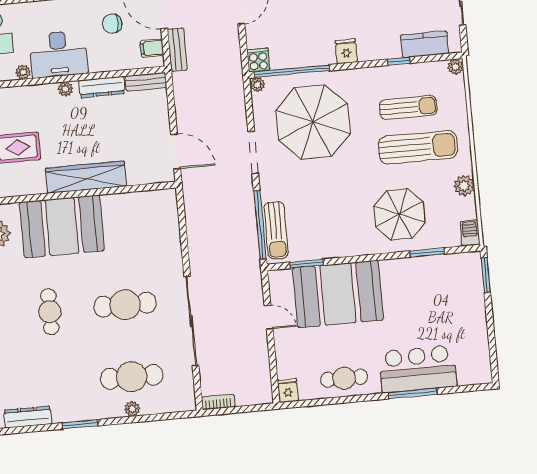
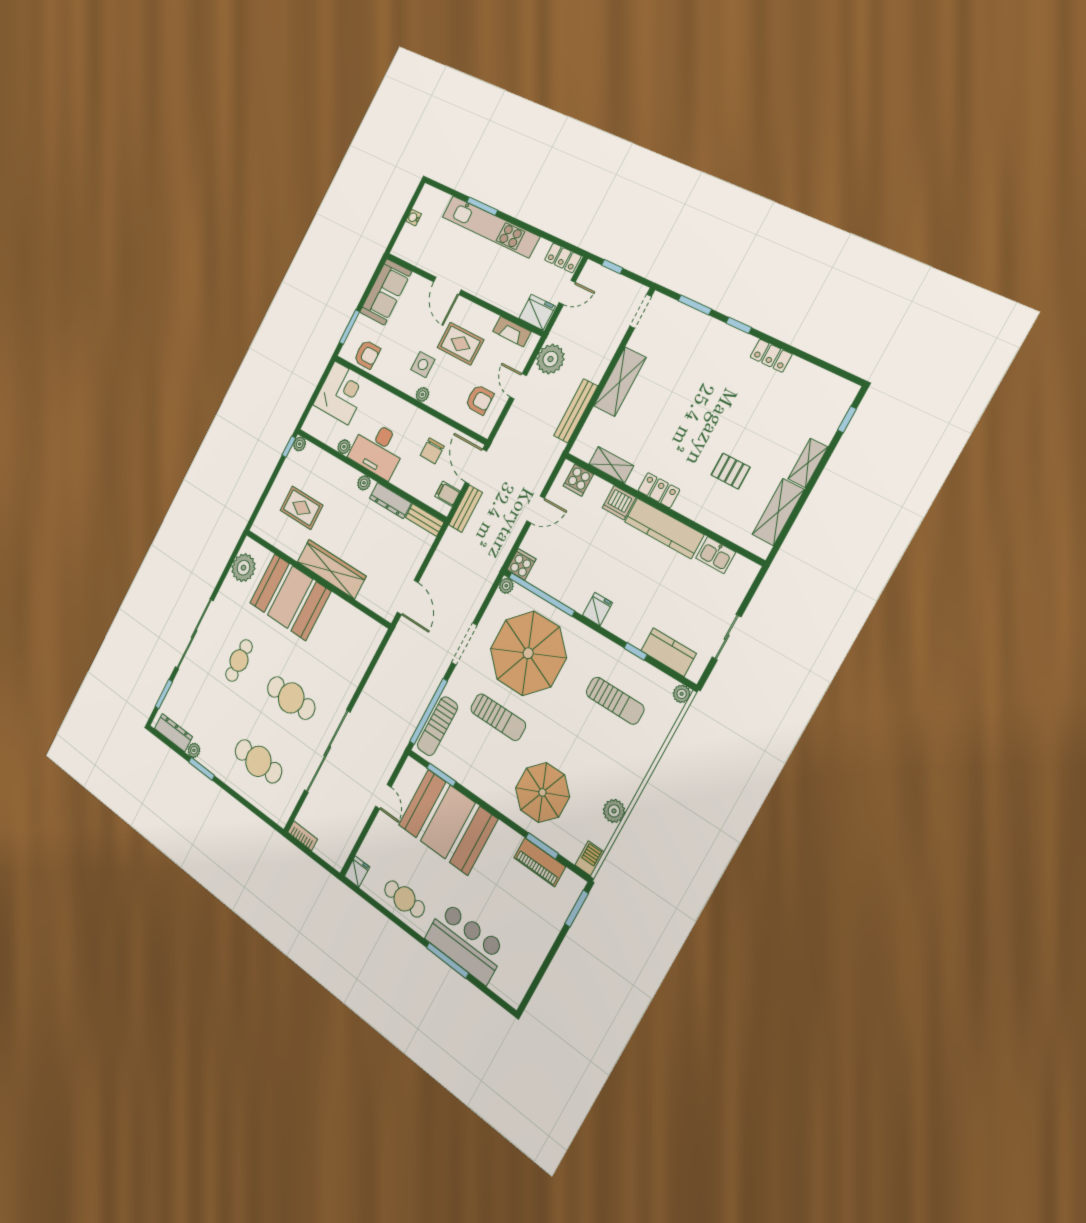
chair: (112, 24) -> (432, 451), turned -90
sun lounger: (418, 147) -> (498, 717), moved, width x0.73, depth x0.75
piano: (434, 265) -> (540, 862), added
plant: (132, 409) -> (194, 750), moved

